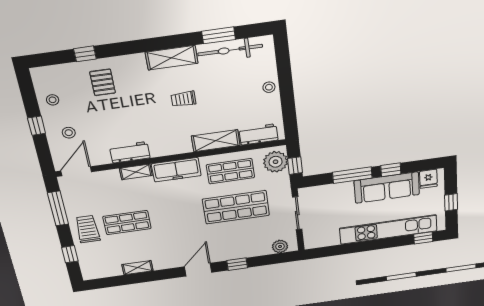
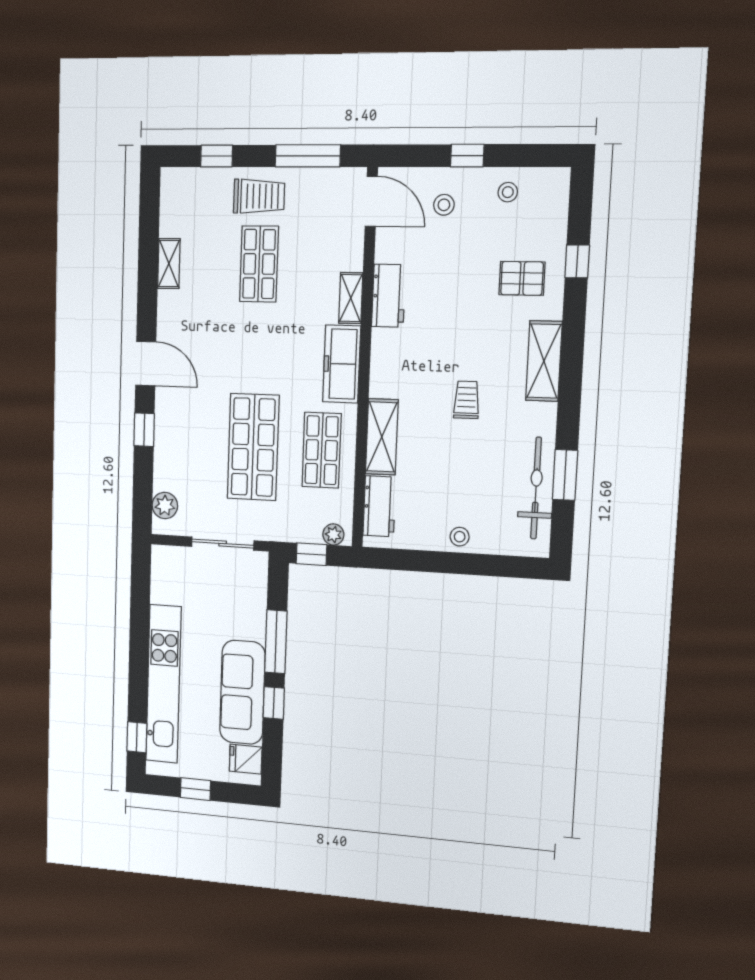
shelving: (172, 58) -> (544, 361), moved
plant: (276, 162) -> (333, 534), width x0.53, depth x0.53

